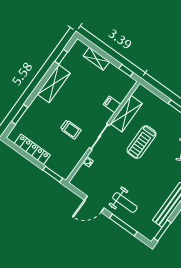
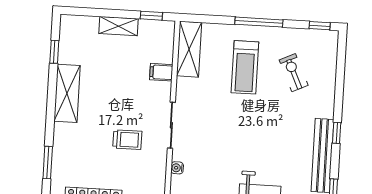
shelving: (96, 59) -> (119, 26), moved
shelving: (126, 114) -> (189, 49), moved
treadmill: (142, 142) -> (245, 67), moved

